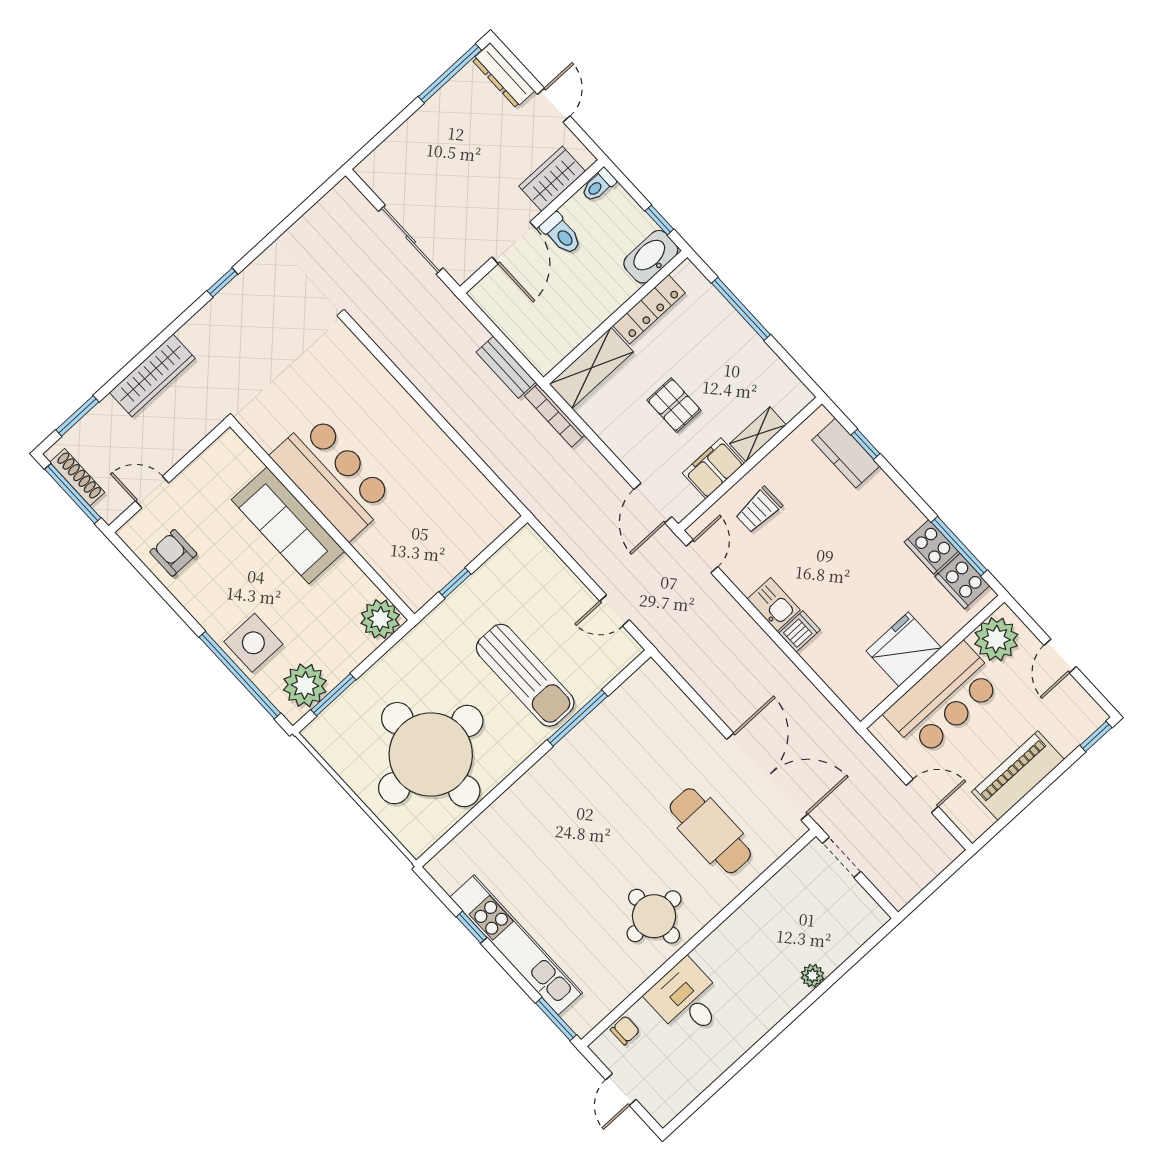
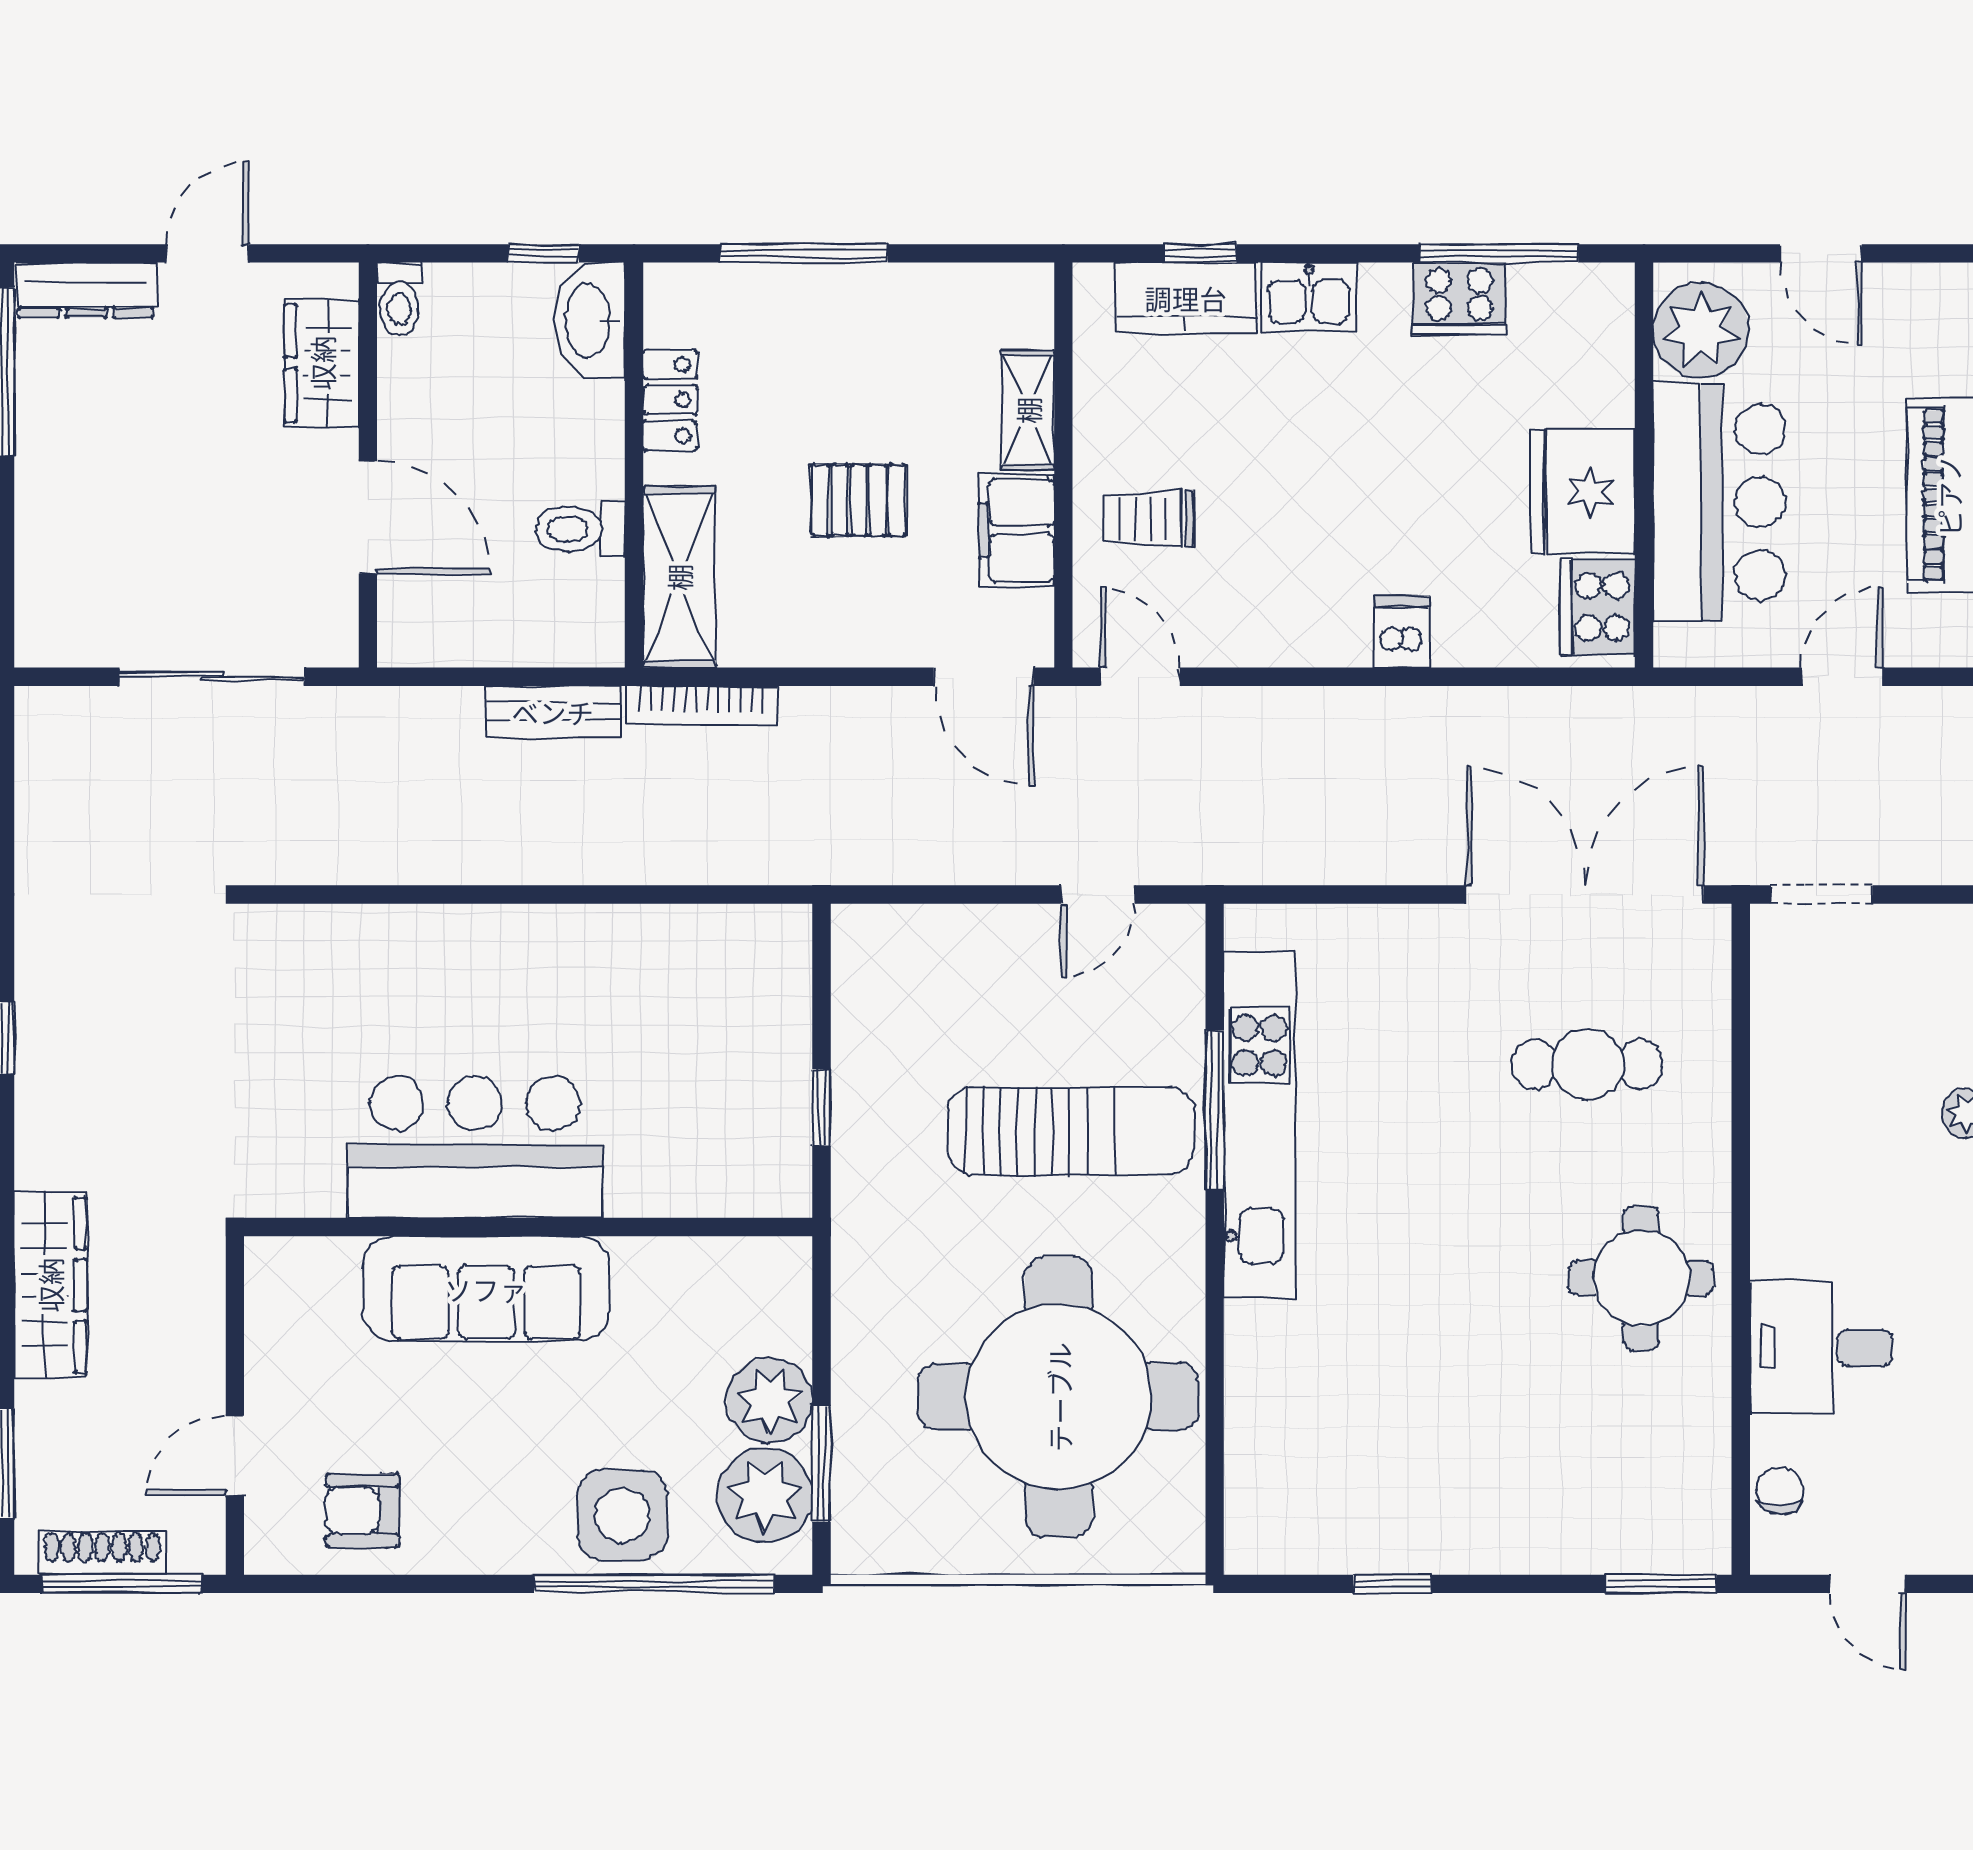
door: (554, 105) -> (207, 253), hinge flipped
toilet: (561, 234) -> (580, 529), moved, turned 180
locker: (649, 309) -> (670, 400), width x0.66
trolley: (759, 510) -> (1149, 519), turned 91
cooker: (962, 581) -> (1598, 607), moved, turned 90
kitchen sink: (774, 605) -> (1309, 297), moved, turned 180
plant: (380, 619) -> (770, 1400), moved
cafe table: (710, 831) -> (1588, 1064), width x0.73, depth x0.74
kitchen unit: (516, 945) -> (1259, 1125), moved, turned 90

